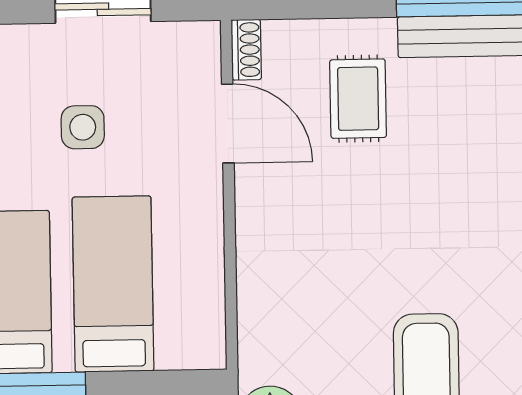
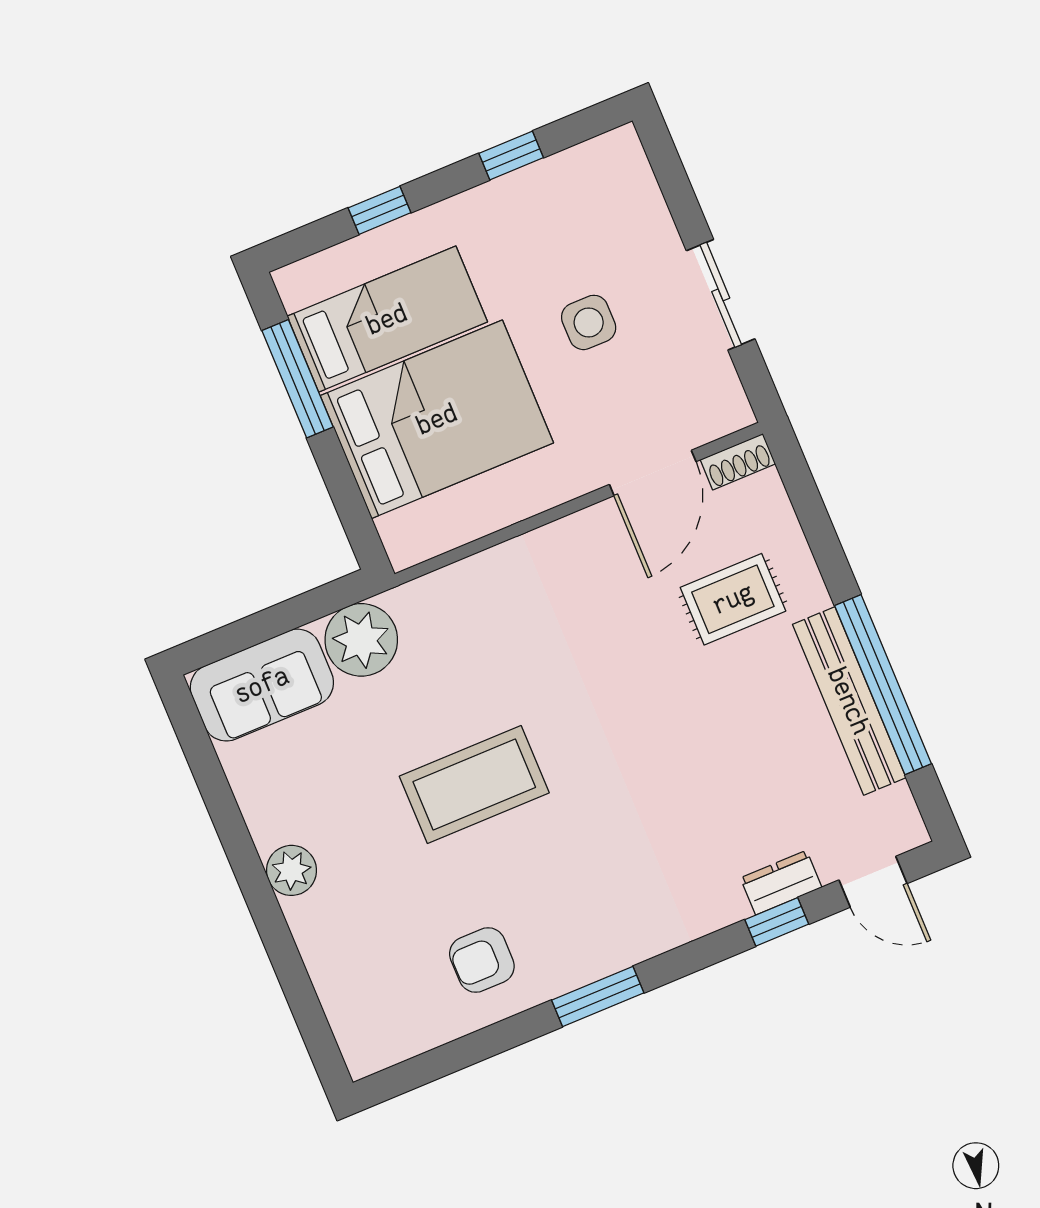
bed: (113, 284) -> (437, 419), width x1.50

